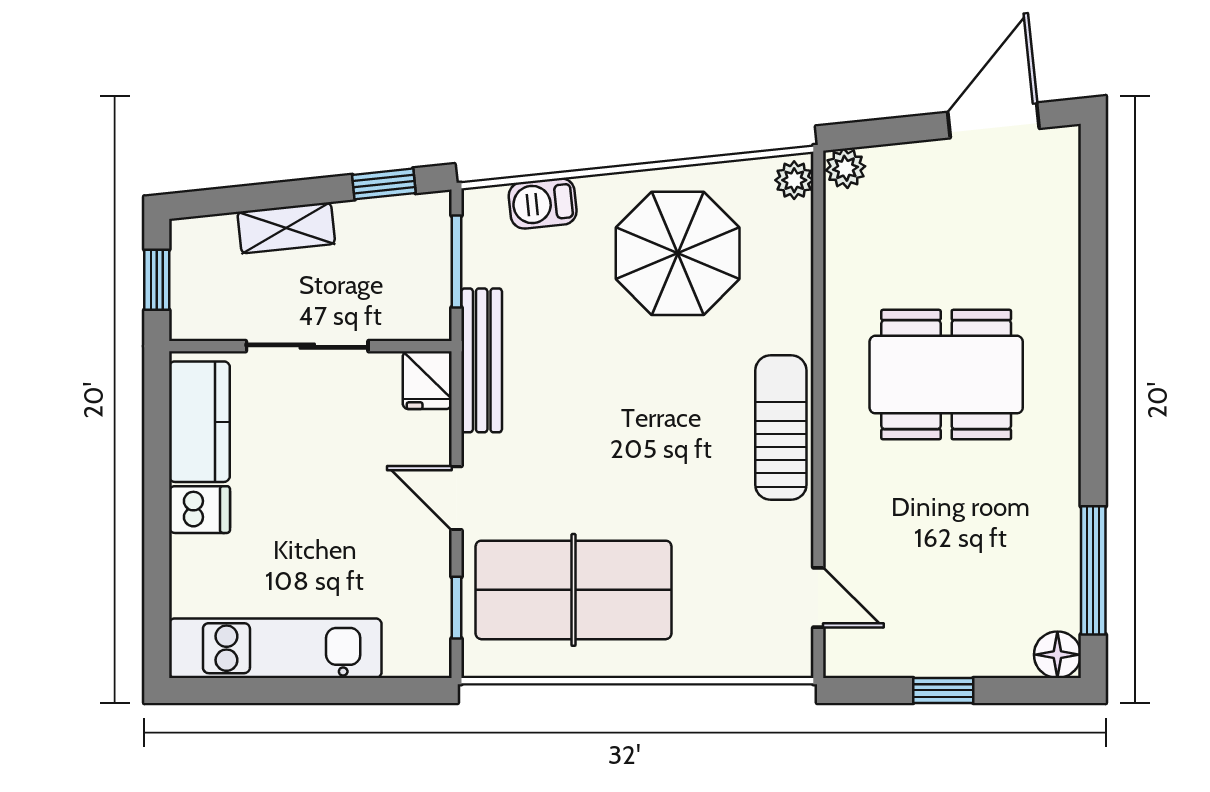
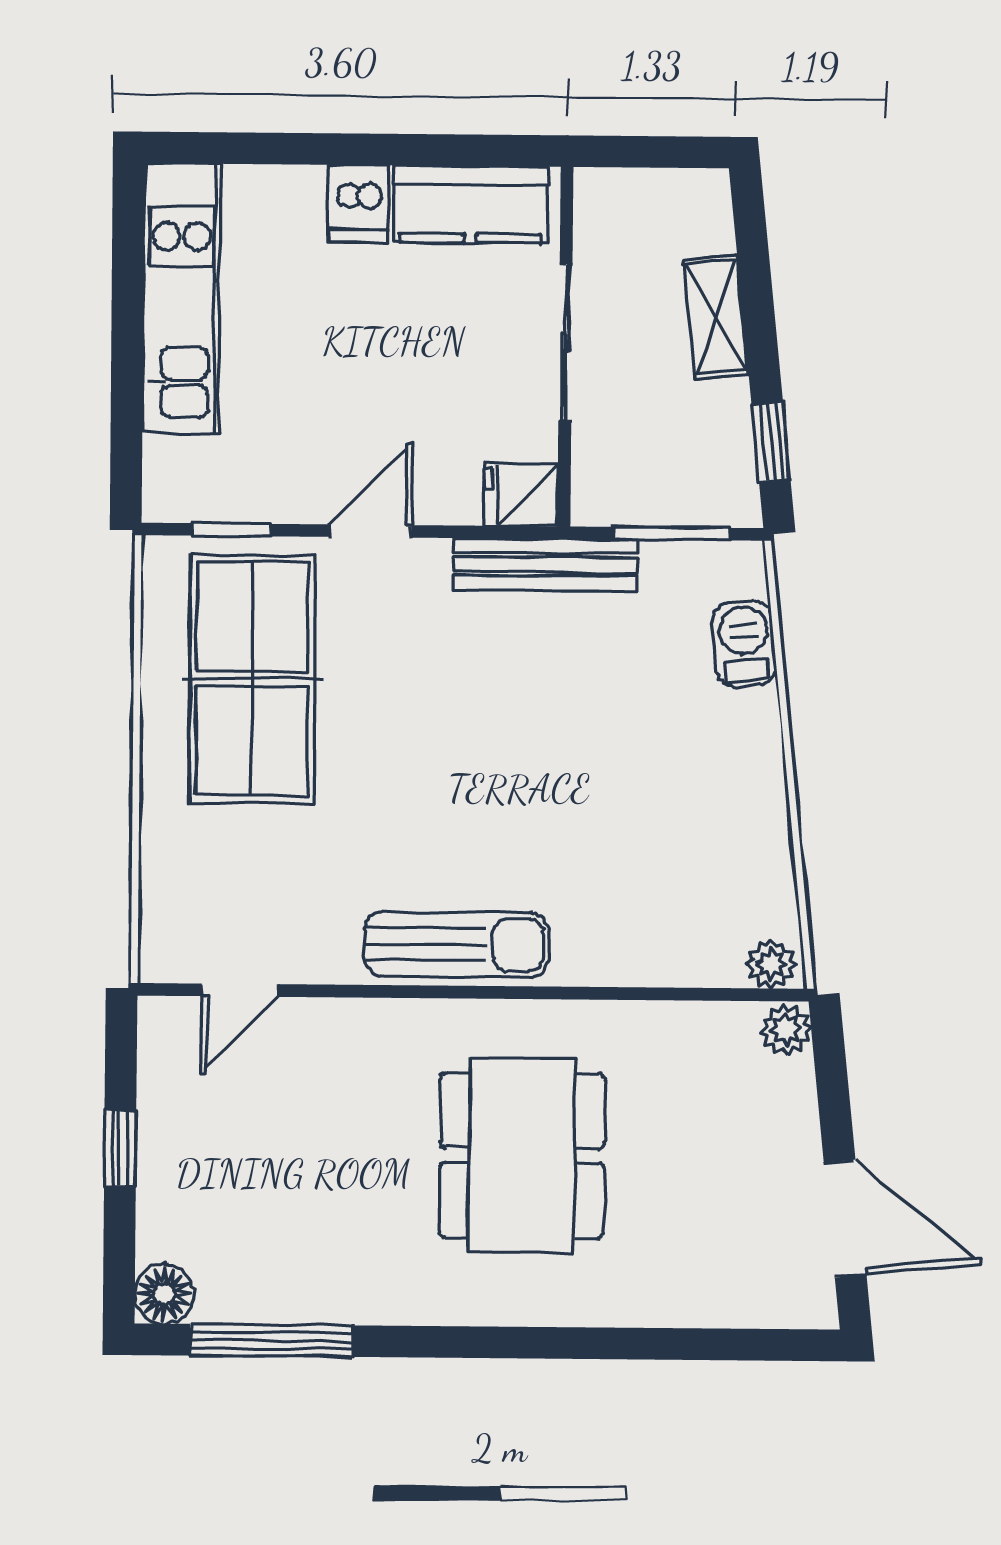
parasol: (678, 253) -> (679, 815), removed
window: (157, 280) -> (652, 152), removed

